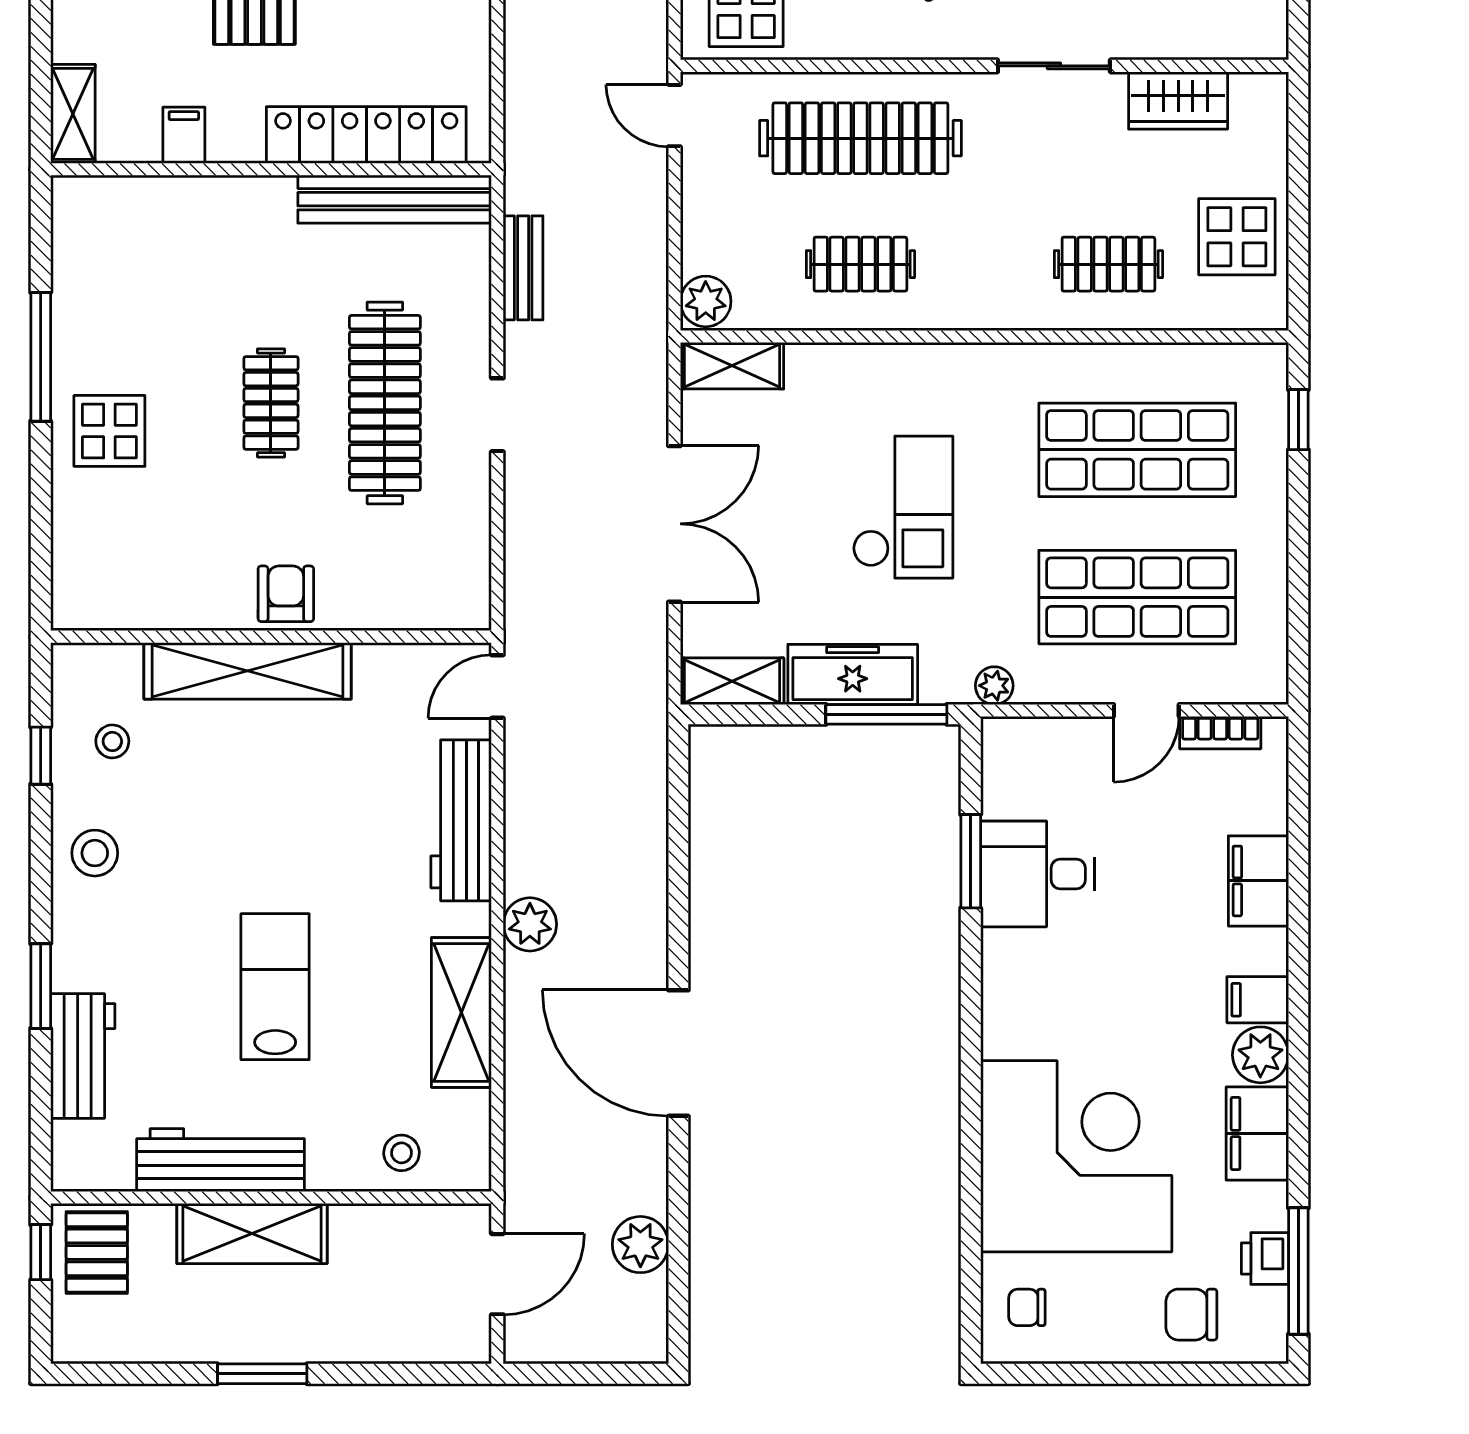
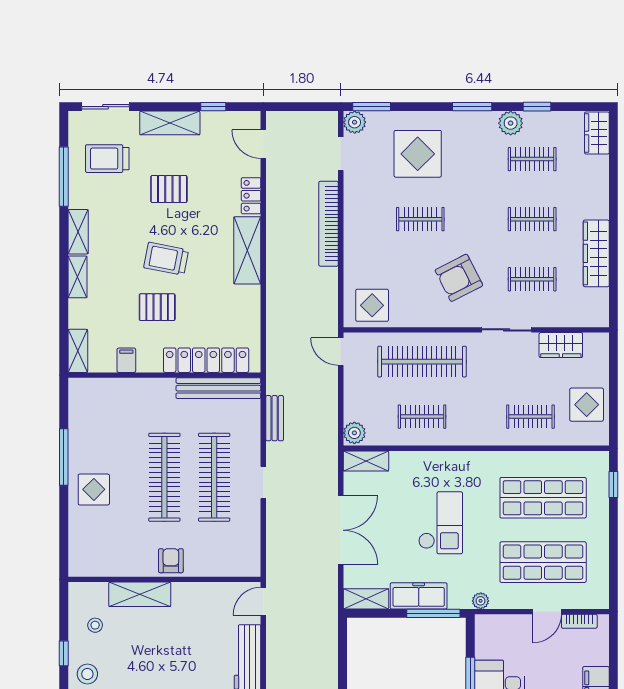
clothes rail: (271, 403) -> (164, 477), width x1.86, depth x1.31
shelving: (248, 671) -> (140, 594), width x0.68
window: (41, 756) -> (64, 653), moved

